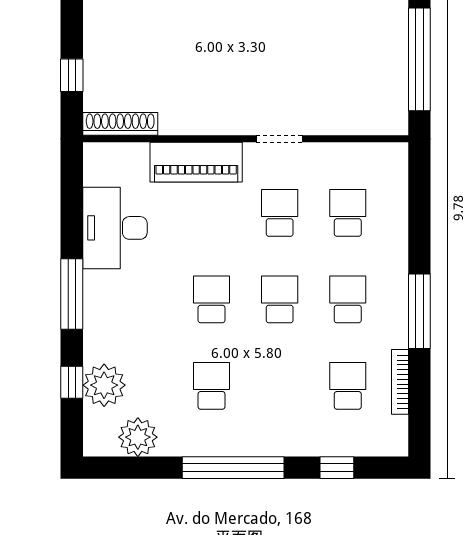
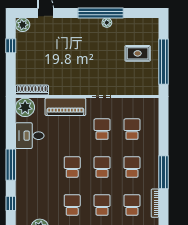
rug: (361, 41) -> (138, 53), added
window: (72, 75) -> (11, 46), moved
desk: (115, 228) -> (30, 136), width x0.73
plant: (104, 385) -> (25, 107), moved
school desk: (280, 386) -> (102, 205), added

